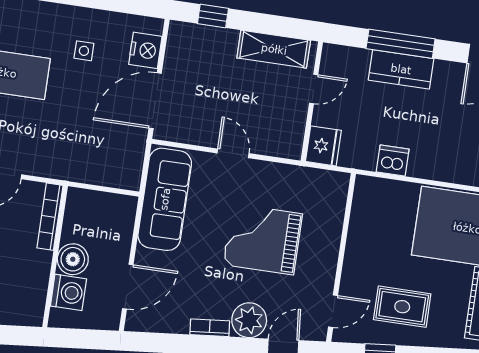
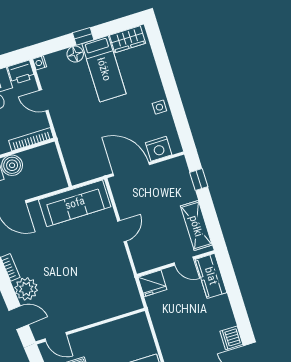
window: (401, 44) -> (236, 300), removed
side table: (84, 51) -> (159, 107), moved
kitchen counter: (401, 69) -> (211, 276), moved
dishwasher: (393, 161) -> (231, 338), moved, turned 180
grand piano: (263, 239) -> (79, 274), removed

